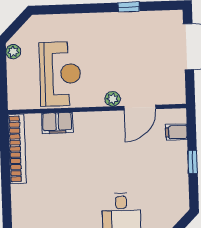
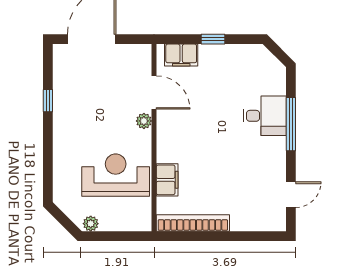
filing cabinet: (176, 132) -> (181, 55), width x2.00

